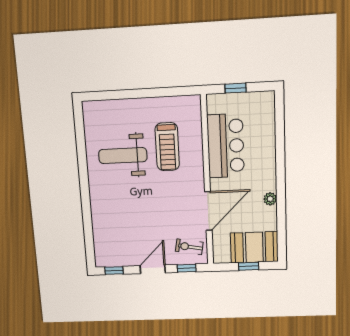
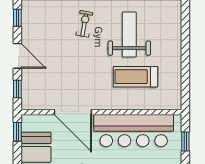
bar counter: (226, 146) -> (134, 131), width x1.36
exercise bike: (189, 247) -> (84, 24), moved
window: (249, 266) -> (17, 132), moved

